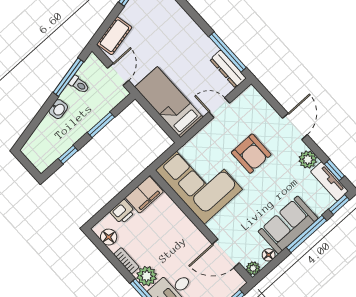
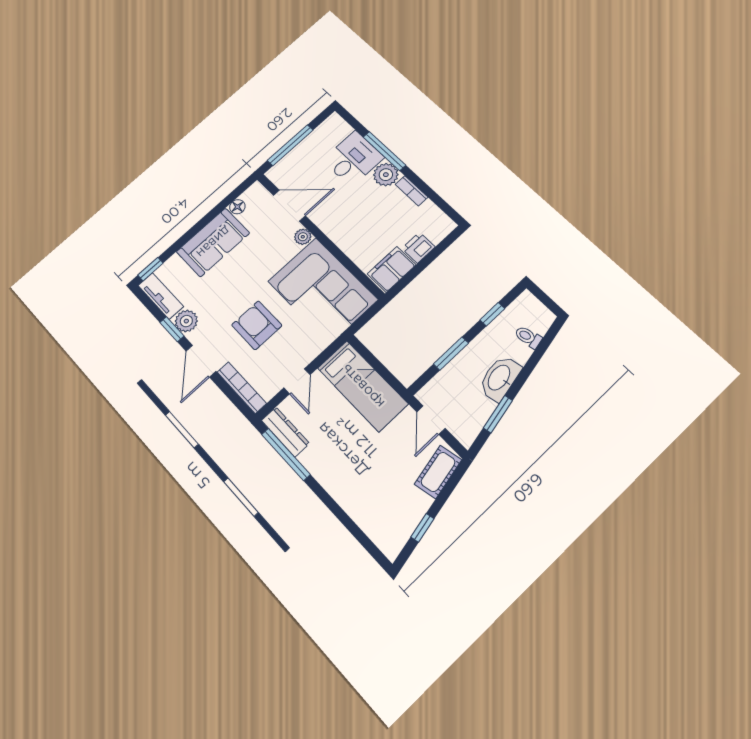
window: (68, 77) -> (498, 414), width x0.69
toilet: (79, 85) -> (528, 337), moved
bookcase: (262, 104) -> (242, 388), added
door: (219, 108) -> (297, 381), hinge flipped
washbasin: (58, 109) -> (500, 378), width x1.91, depth x1.45
window: (334, 170) -> (172, 329), moved
window: (306, 234) -> (191, 233), removed
floor lamp: (109, 237) -> (435, 217), removed
plant: (253, 268) -> (303, 237), moved

